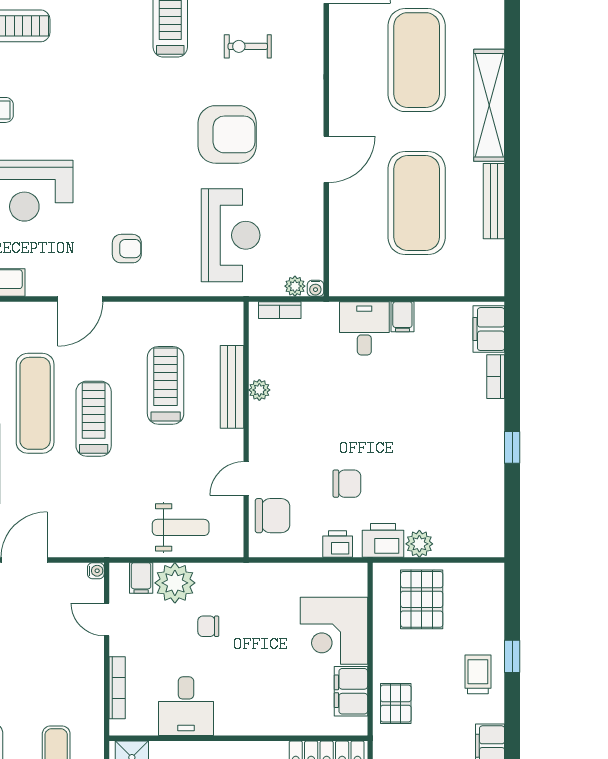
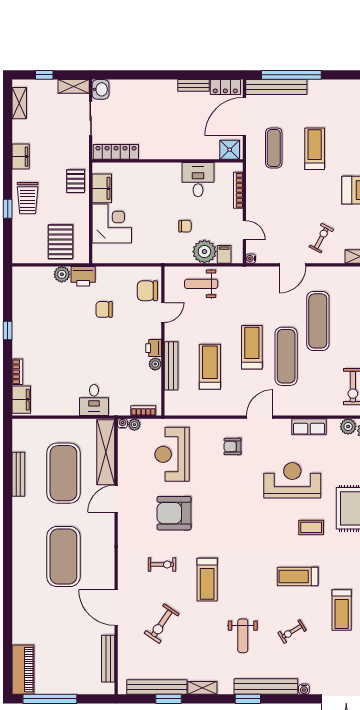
shelving: (489, 105) -> (106, 452), moved
filing cabinet: (402, 317) -> (72, 407), removed
treadmill: (166, 385) -> (210, 367), turned 180
treadmill: (94, 419) -> (252, 347), turned 180
printer: (338, 544) -> (154, 348), moved, turned 90
trolley: (478, 674) -> (28, 198), width x1.36, depth x1.39

